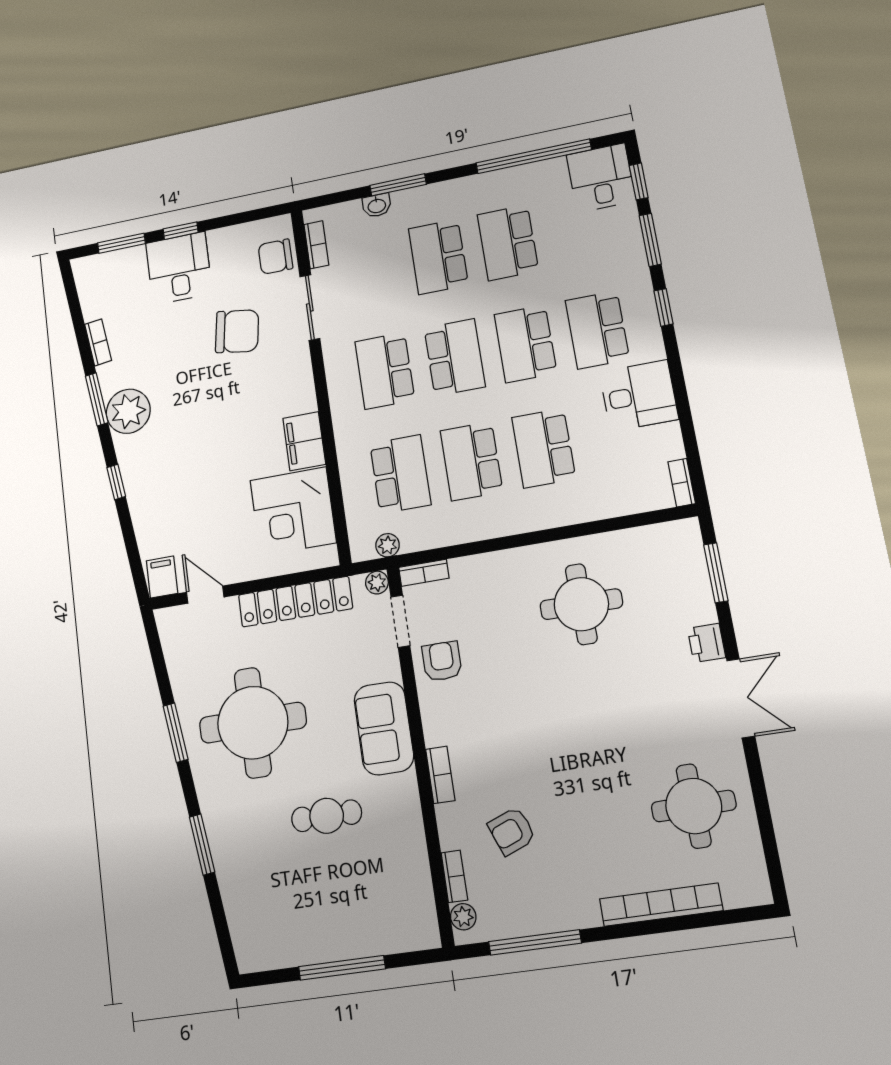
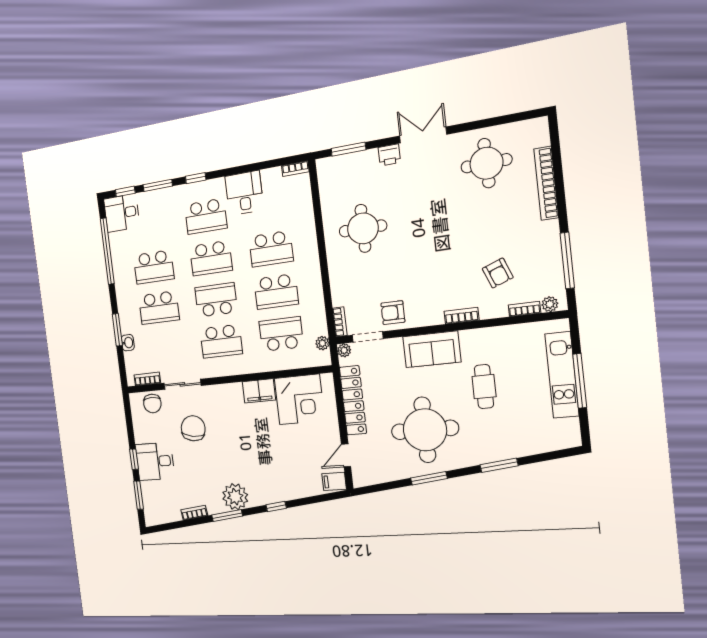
kitchen unit: (350, 939) -> (562, 375), added

